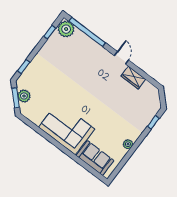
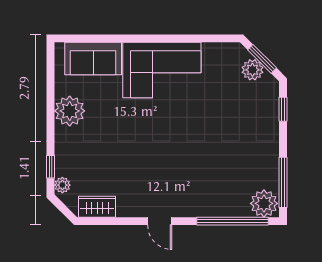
window: (50, 32) -> (283, 182), width x2.17
wardrobe: (133, 78) -> (97, 207), moved
plant: (154, 109) -> (62, 185), added
plant: (128, 144) -> (70, 111), width x1.88, depth x1.88

